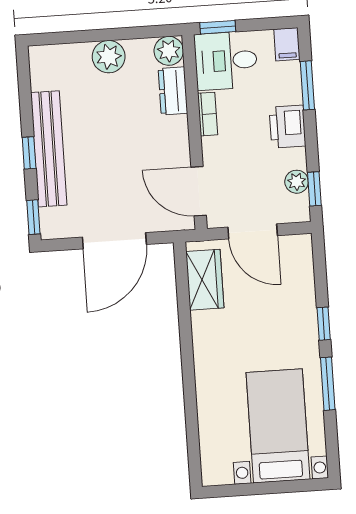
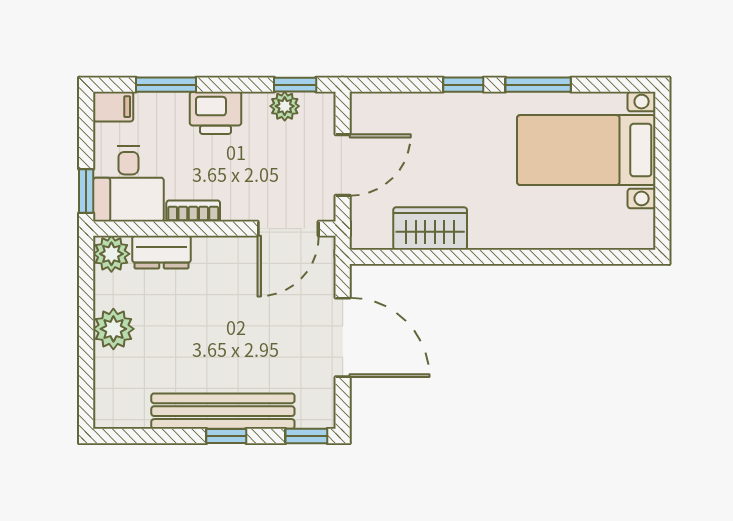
wardrobe: (205, 280) -> (430, 228), moved

